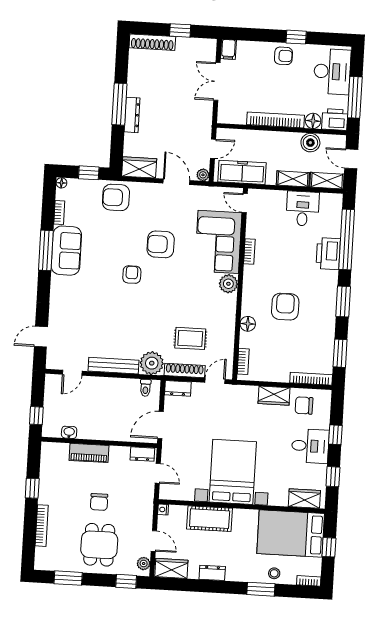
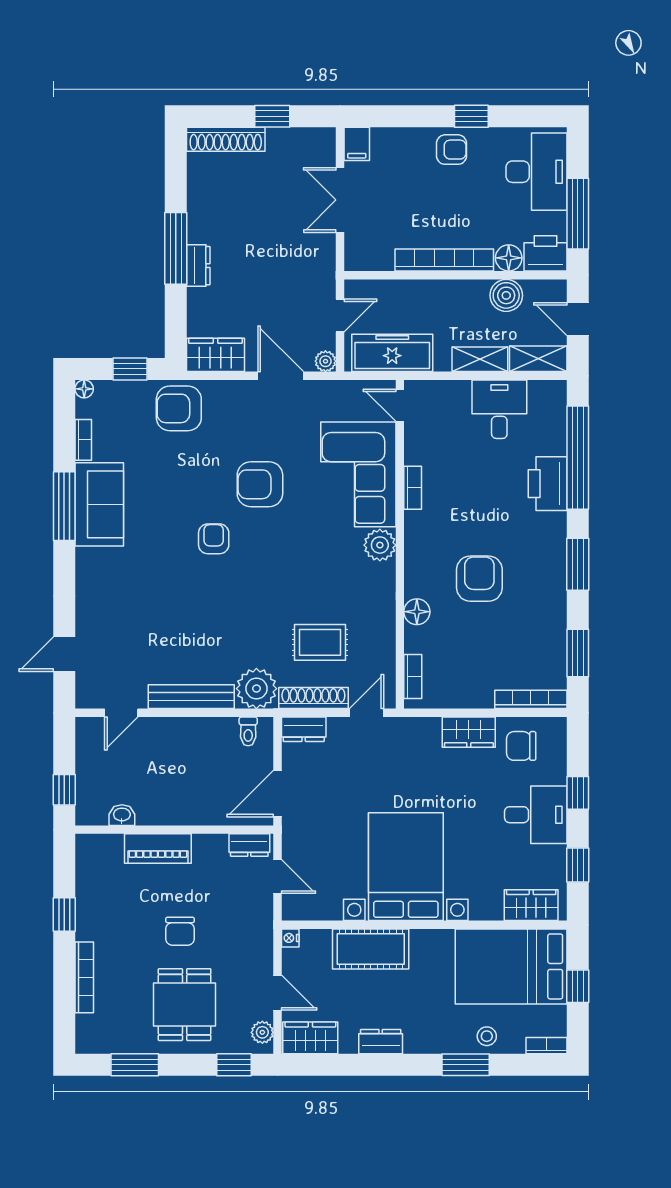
dresser: (132, 115) -> (198, 266), width x0.70

